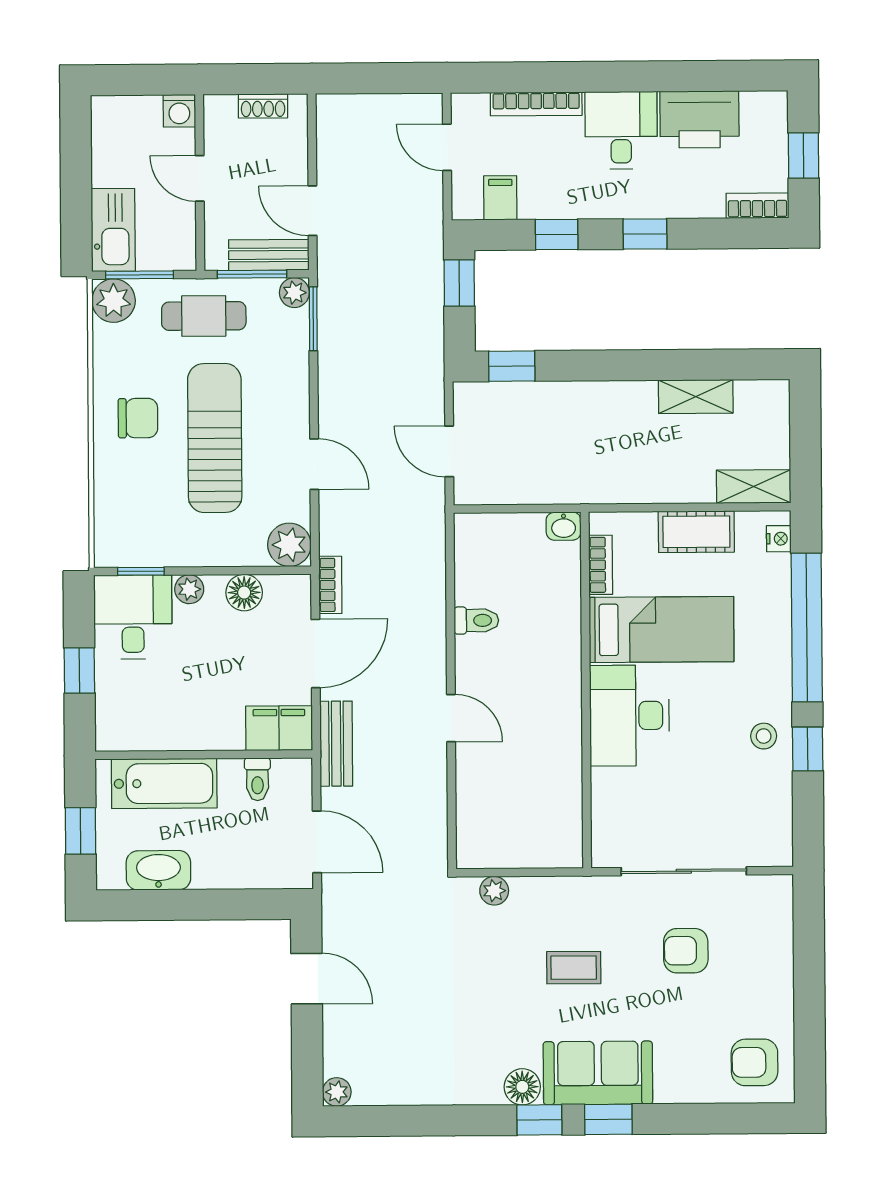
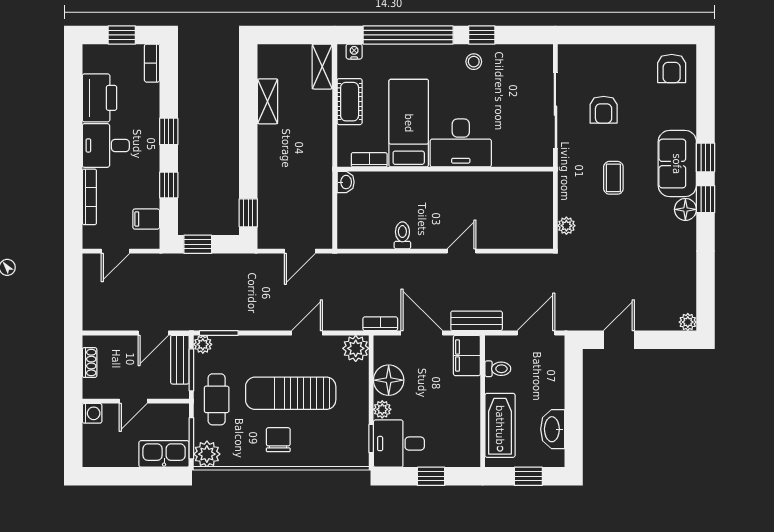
floor lamp: (244, 593) -> (389, 380), width x1.38, depth x1.38

